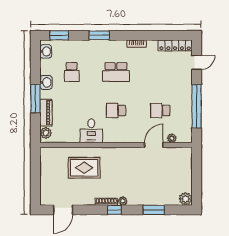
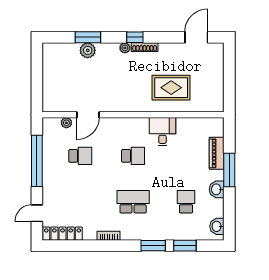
window: (59, 35) -> (185, 246), moved
plant: (46, 133) -> (217, 129), removed
plant: (186, 199) -> (88, 50), moved

